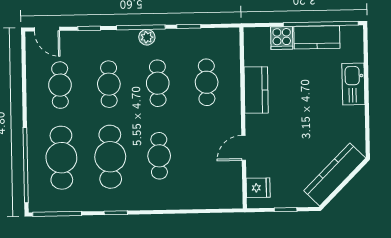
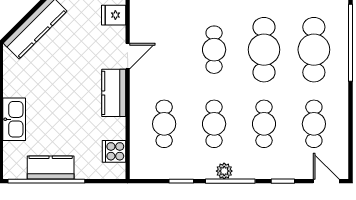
cooker: (282, 38) -> (114, 151), moved, turned -90
kitchen counter: (256, 90) -> (114, 93), moved

